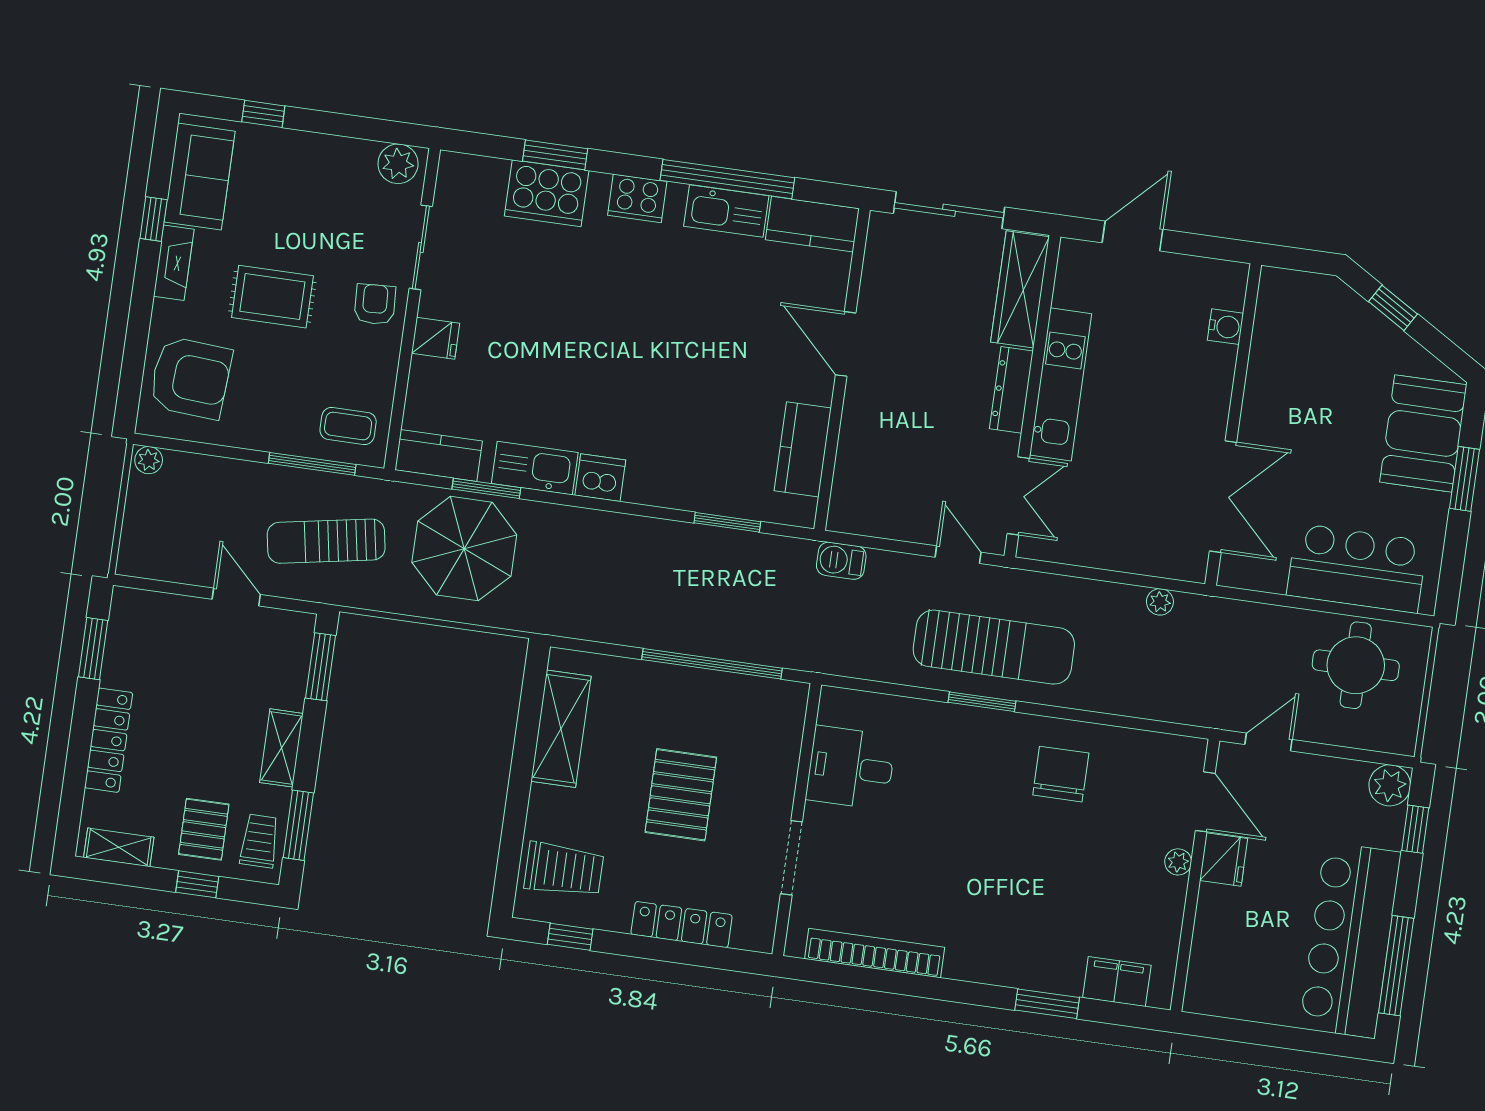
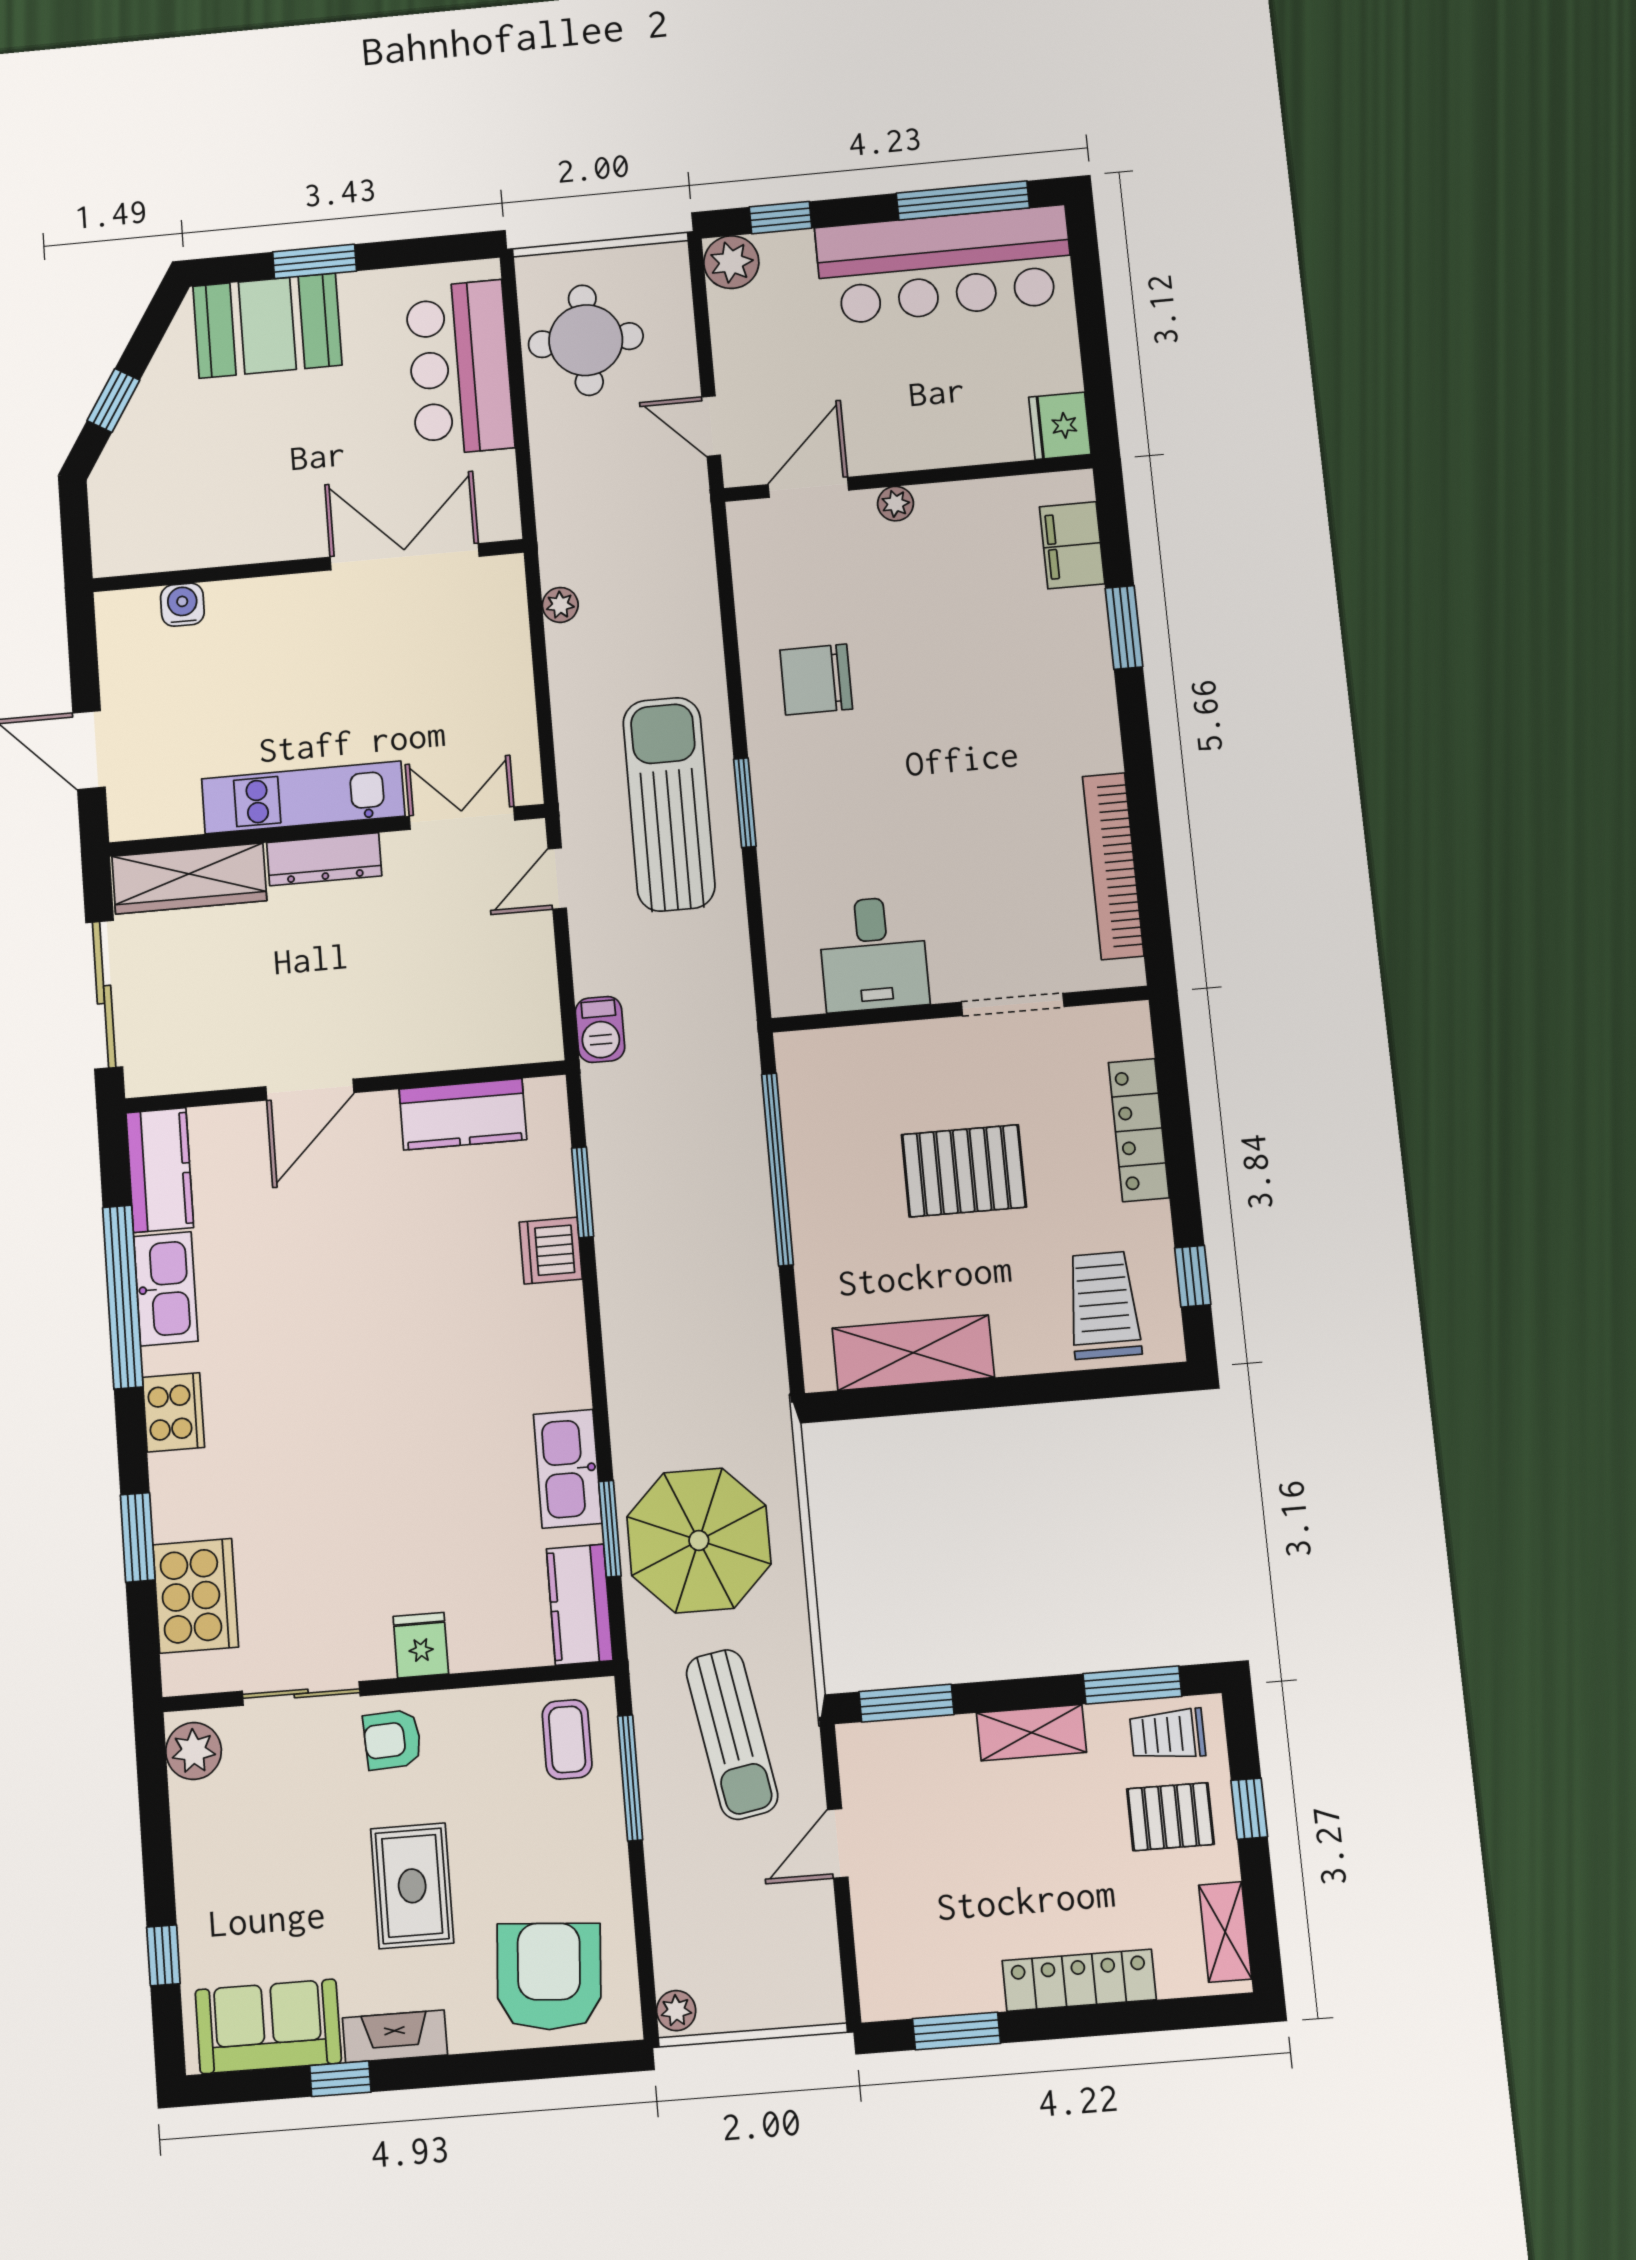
cooker: (547, 193) -> (196, 1596), moved
dishwasher: (600, 478) -> (551, 1251), moved
fridge: (1224, 860) -> (1060, 426), moved, turned -90

